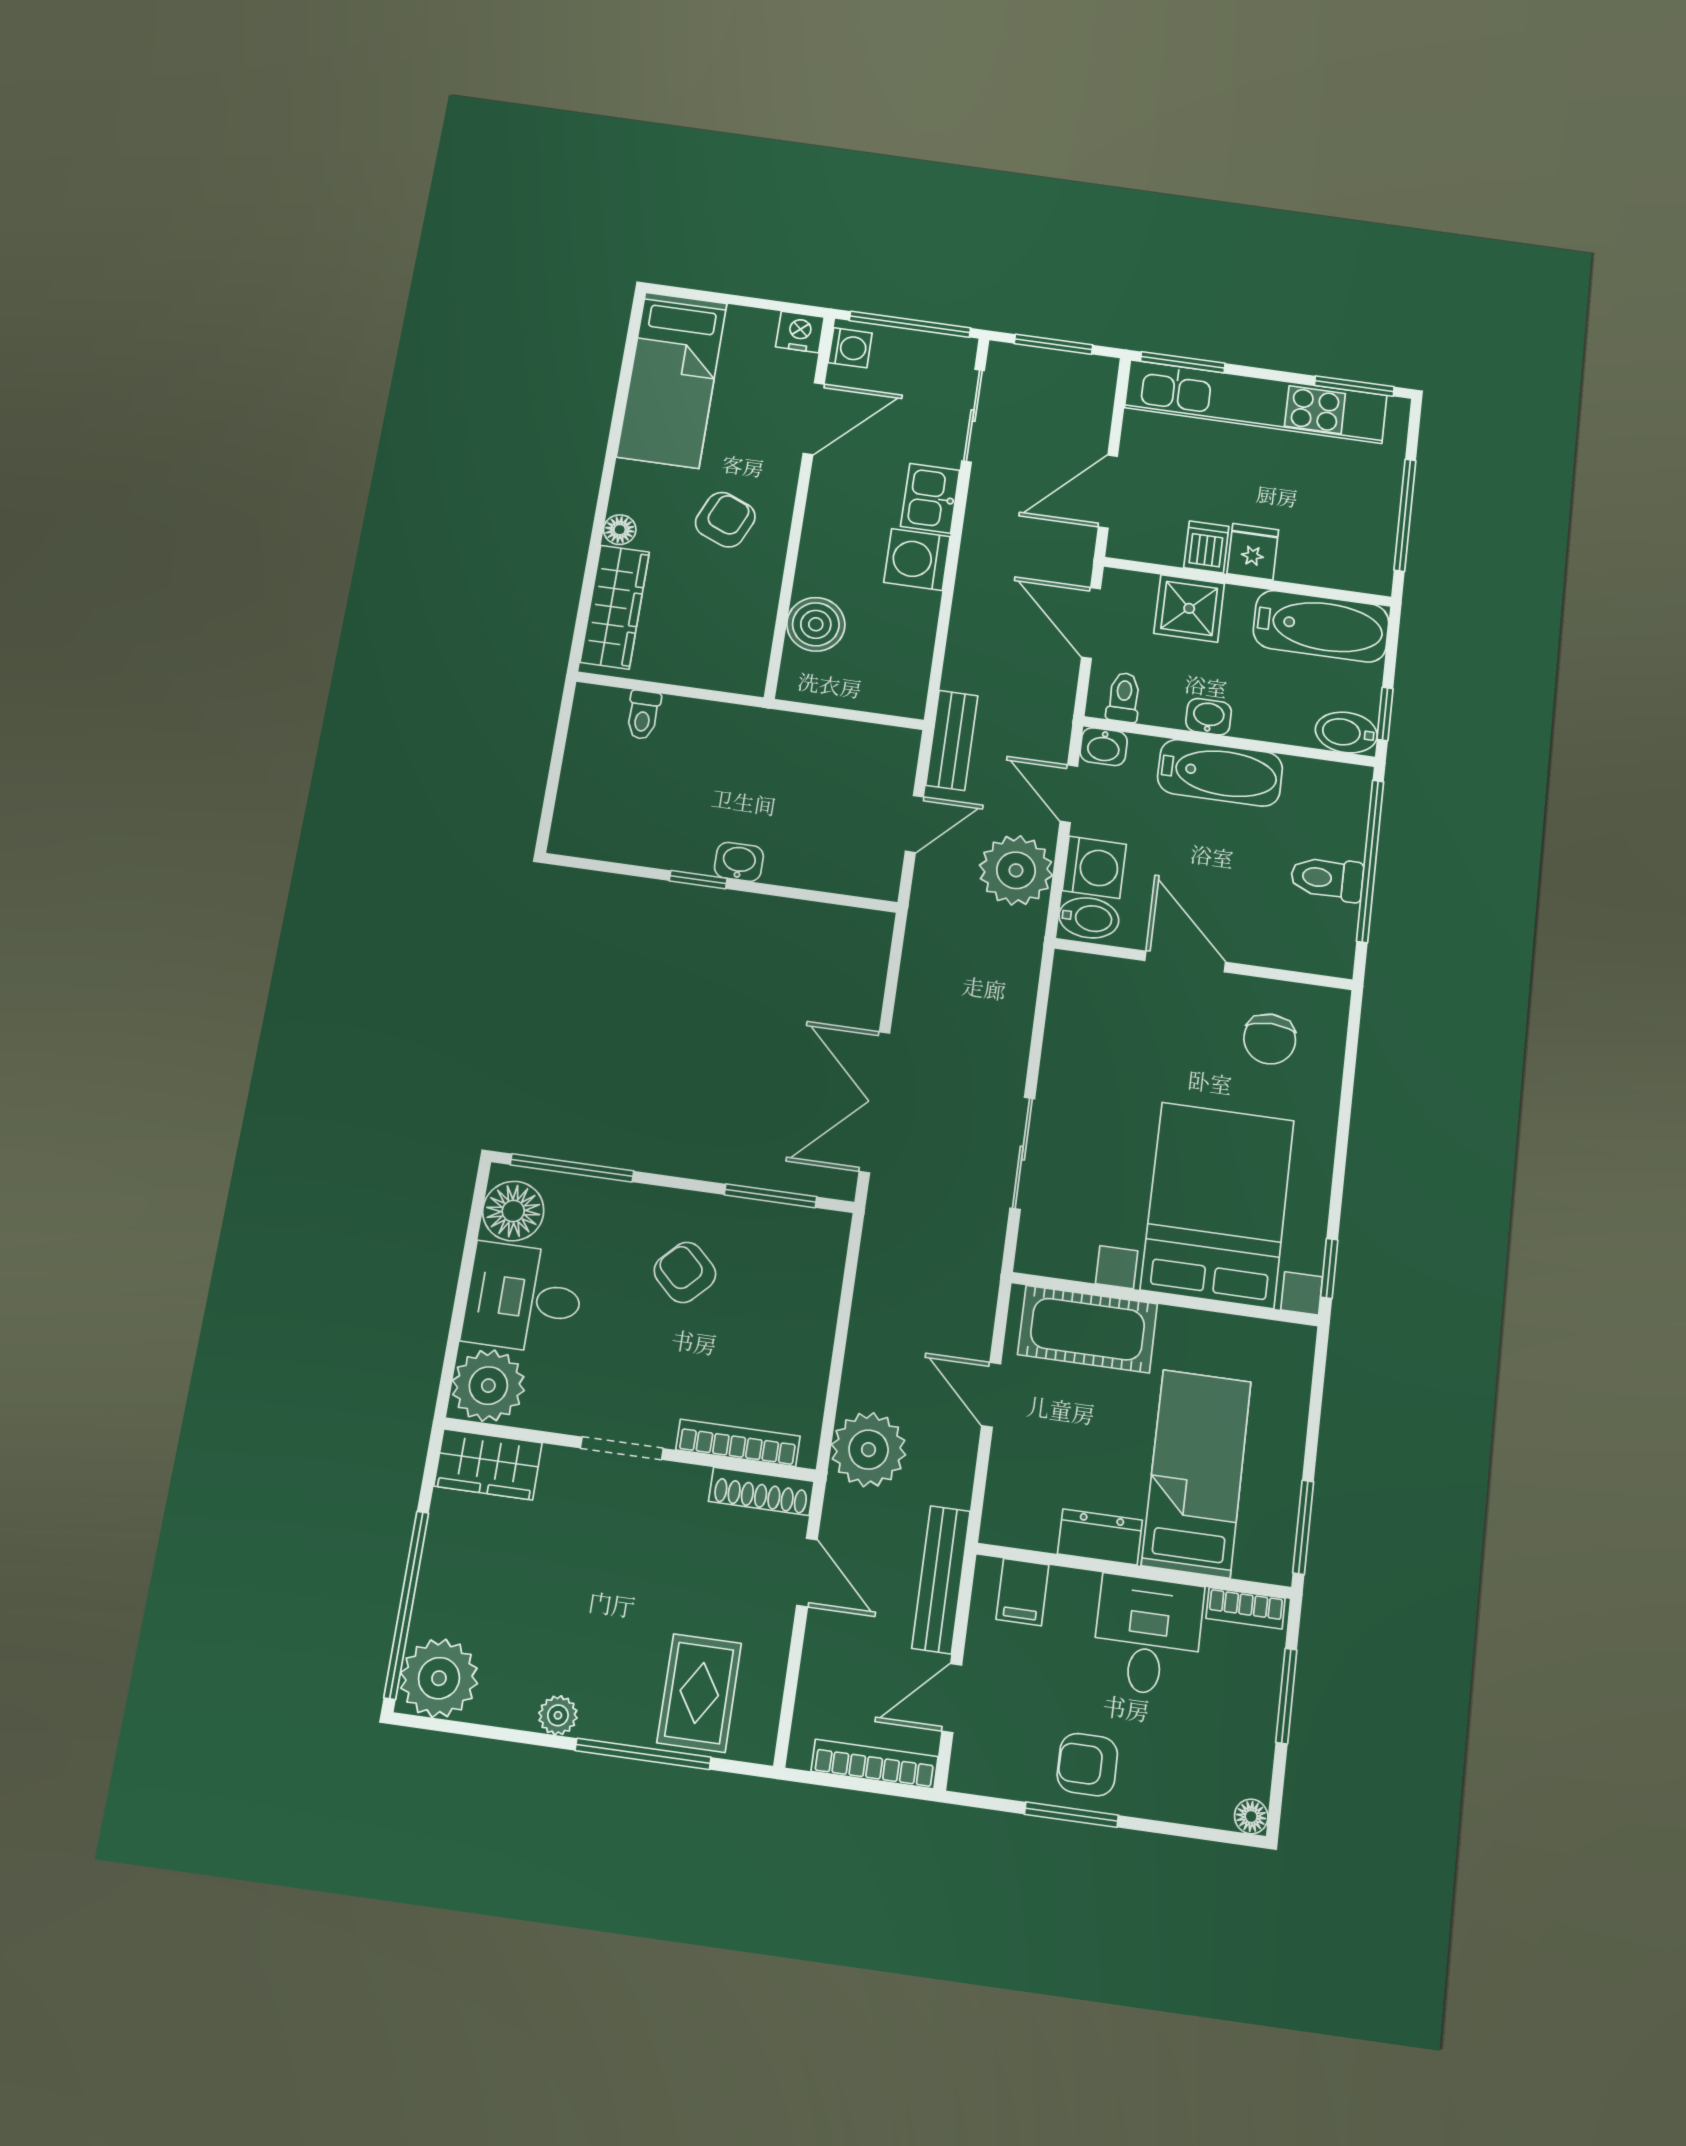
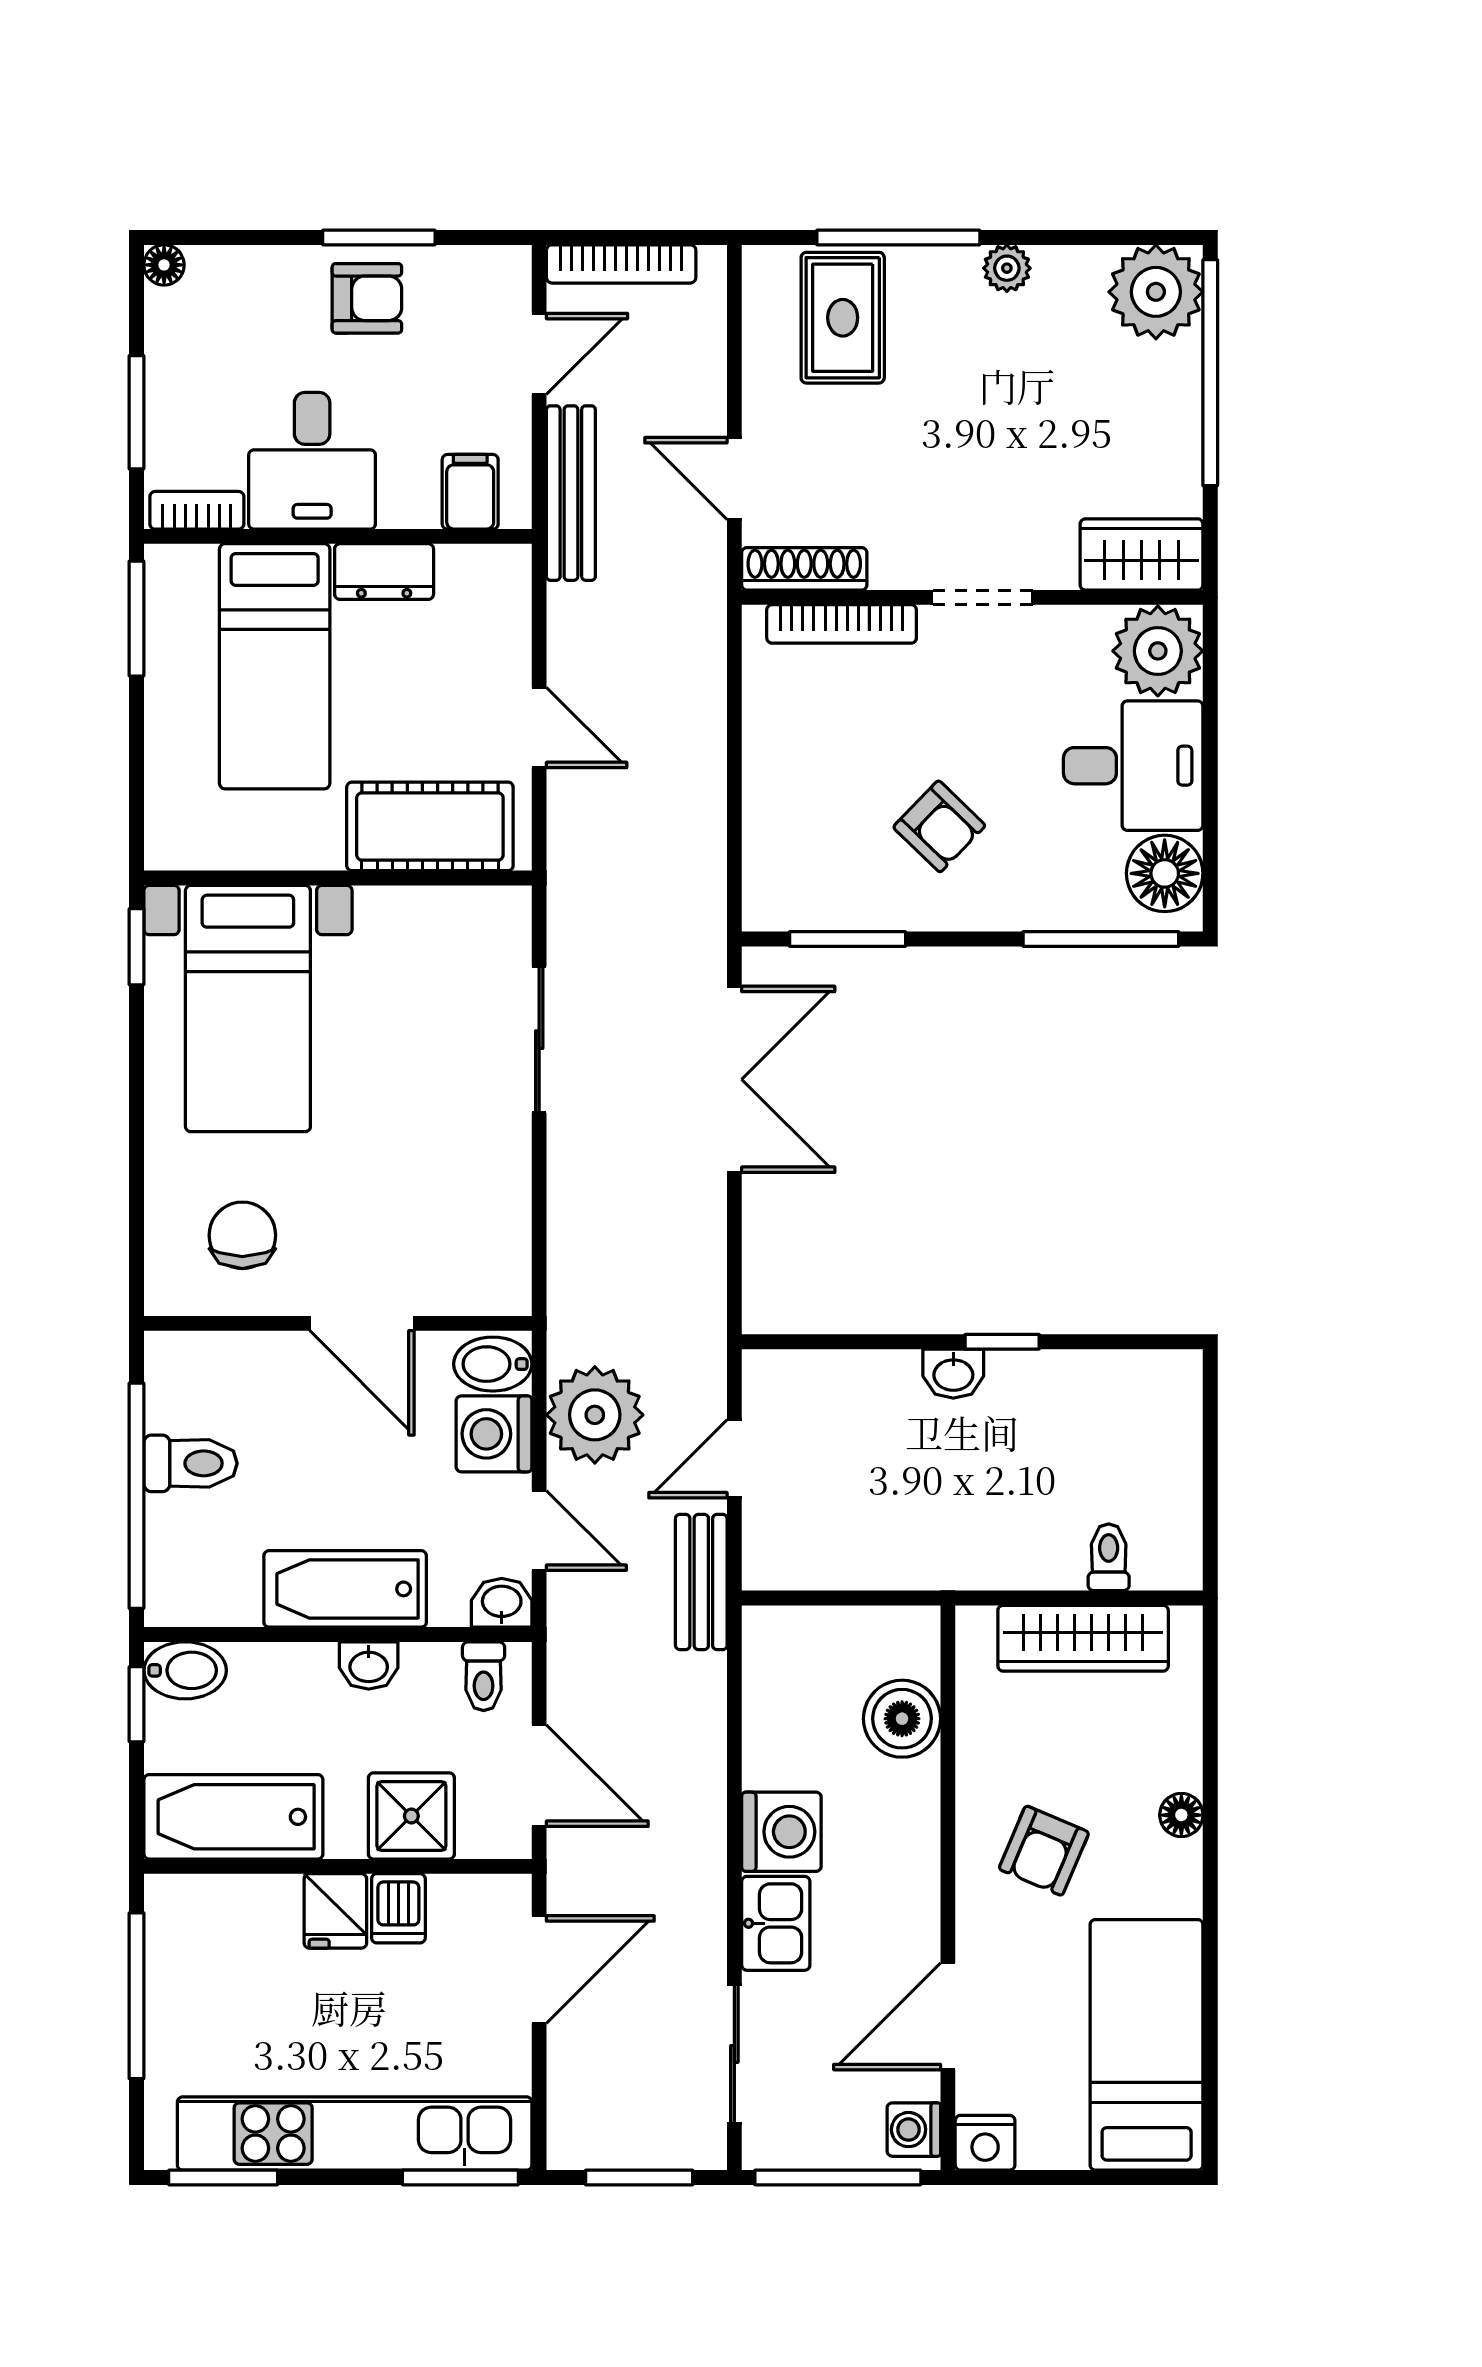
wardrobe: (615, 607) -> (1083, 1638), moved, turned -90
bed with nightstands: (1218, 1205) -> (248, 1009), width x0.73
plant: (869, 1450) -> (681, 638), removed

